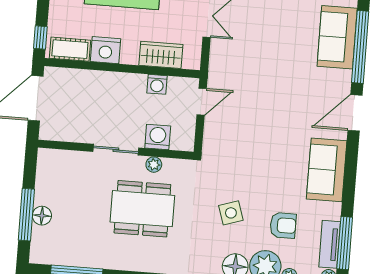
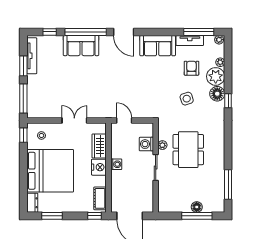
nightstand: (106, 50) -> (99, 167), moved
washing machine: (157, 84) -> (116, 164), moved
tv unit: (330, 244) -> (190, 41), moved

